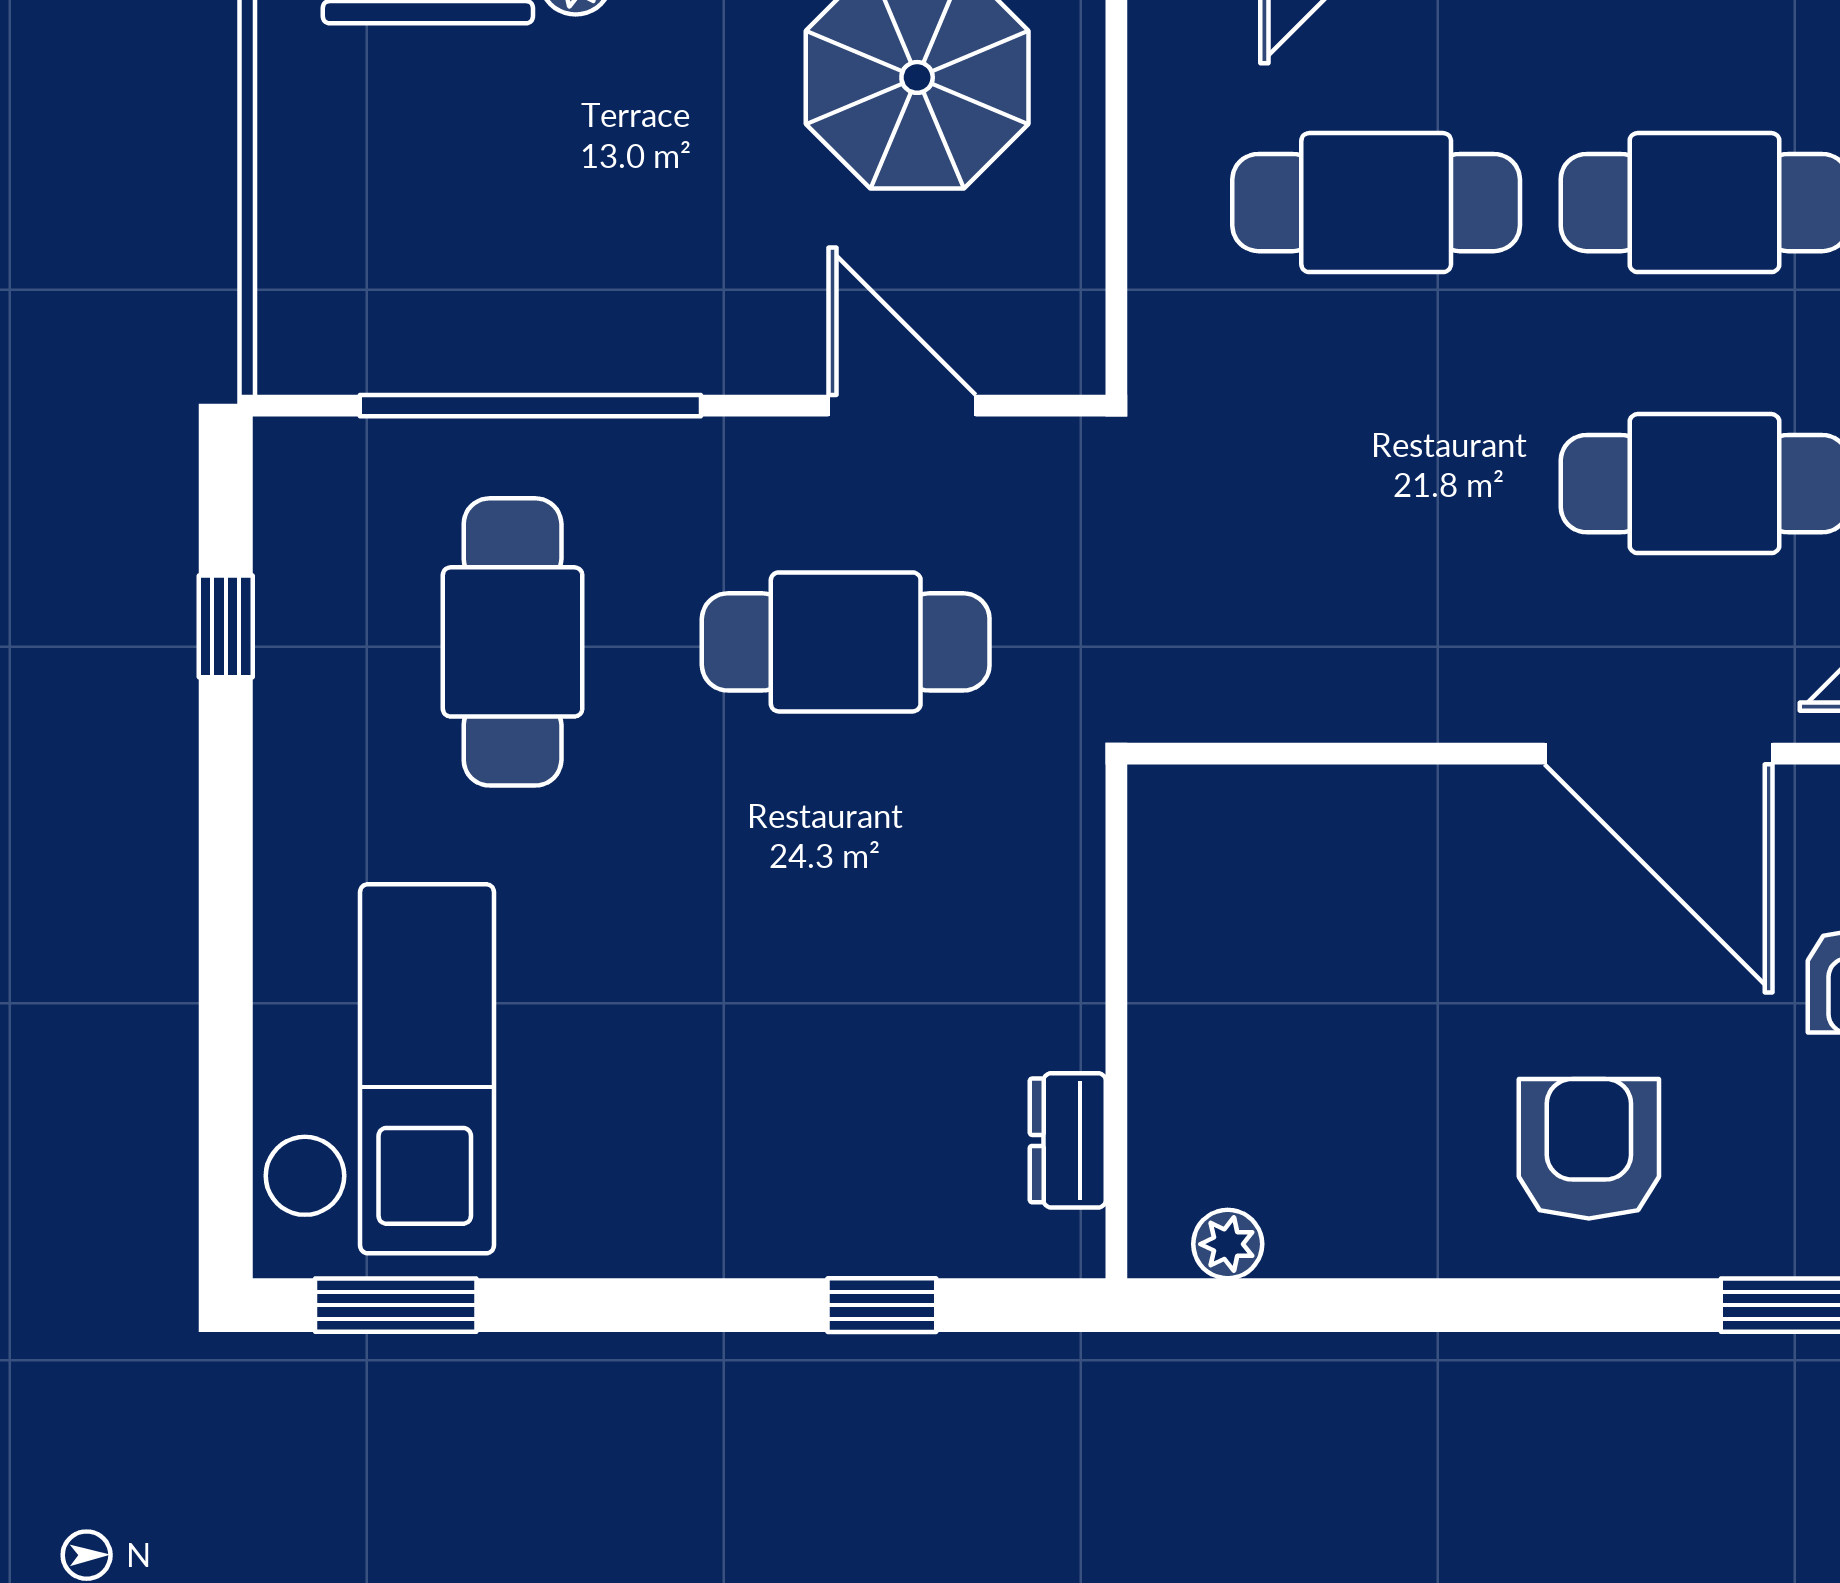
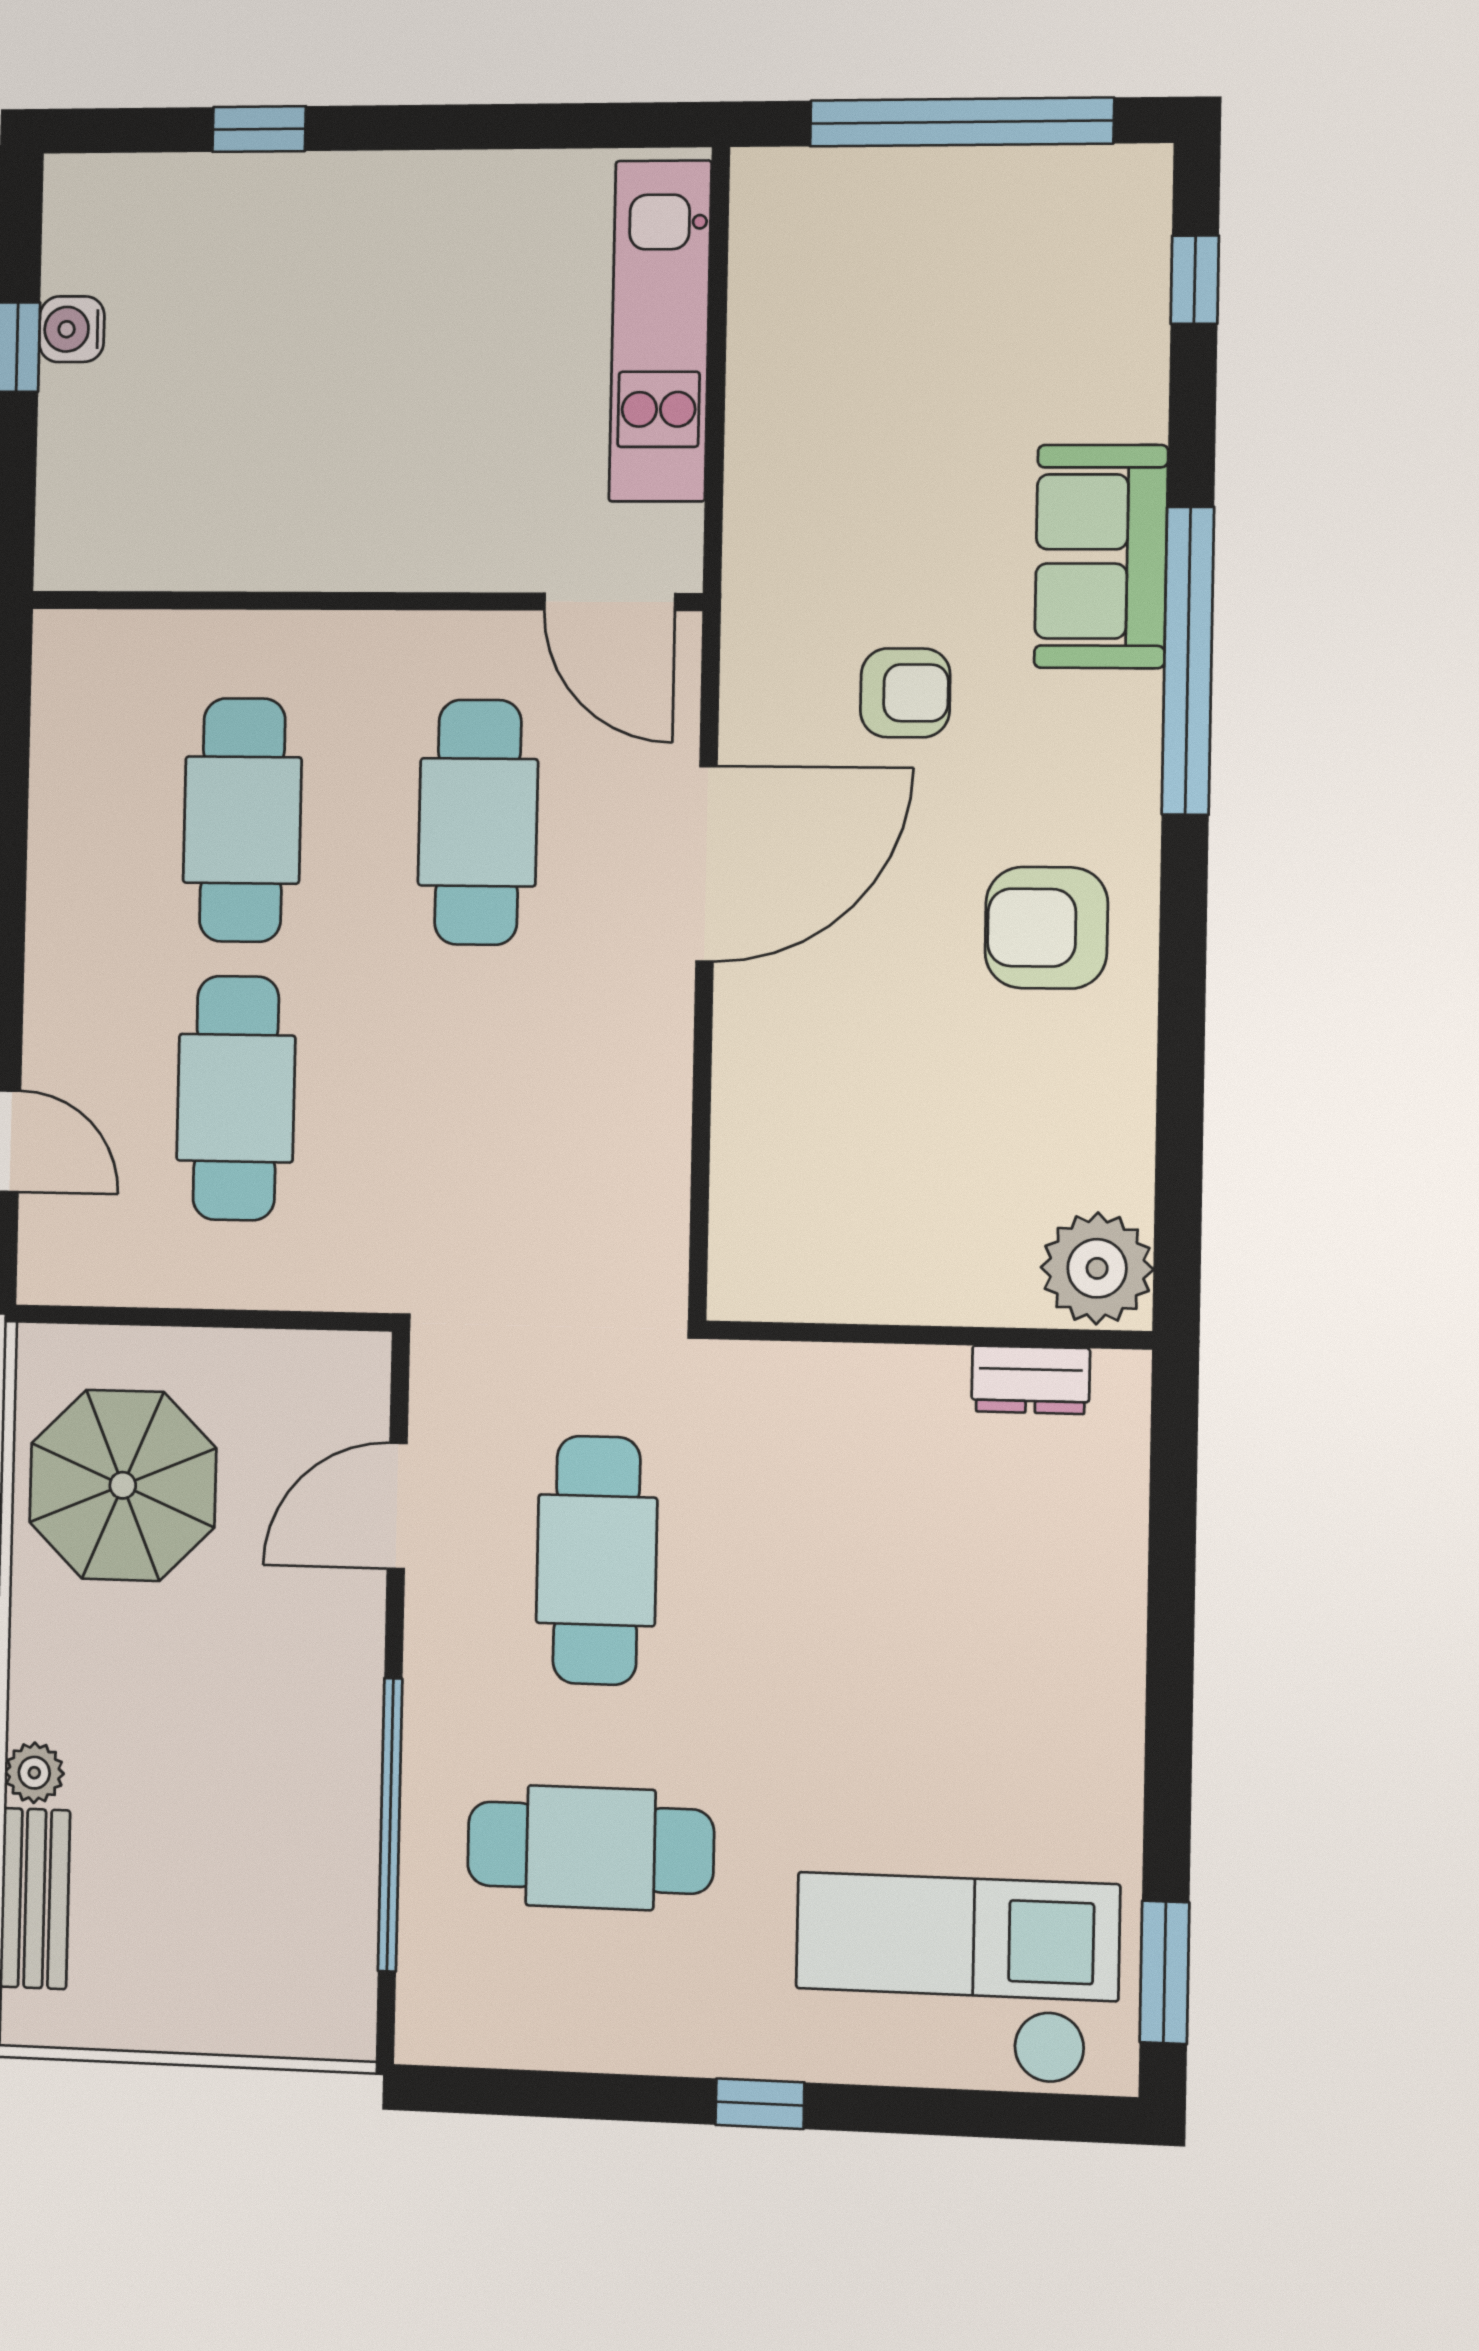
window: (226, 626) -> (760, 2104), moved
plant: (1228, 1244) -> (1097, 1268), width x1.88, depth x1.88
window: (882, 1305) -> (1172, 1546), removed

